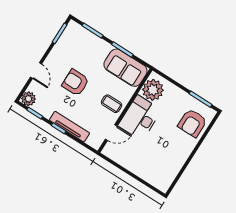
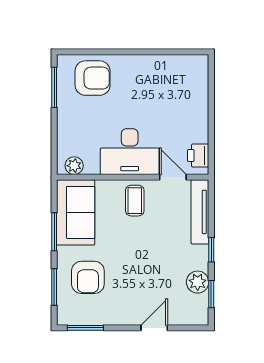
armchair: (75, 83) -> (88, 277), moved
plant: (153, 90) -> (74, 166), width x0.53, depth x0.53
plant: (28, 99) -> (198, 282), moved
tv unit: (69, 127) -> (200, 212), moved
printer: (114, 154) -> (198, 155), added

